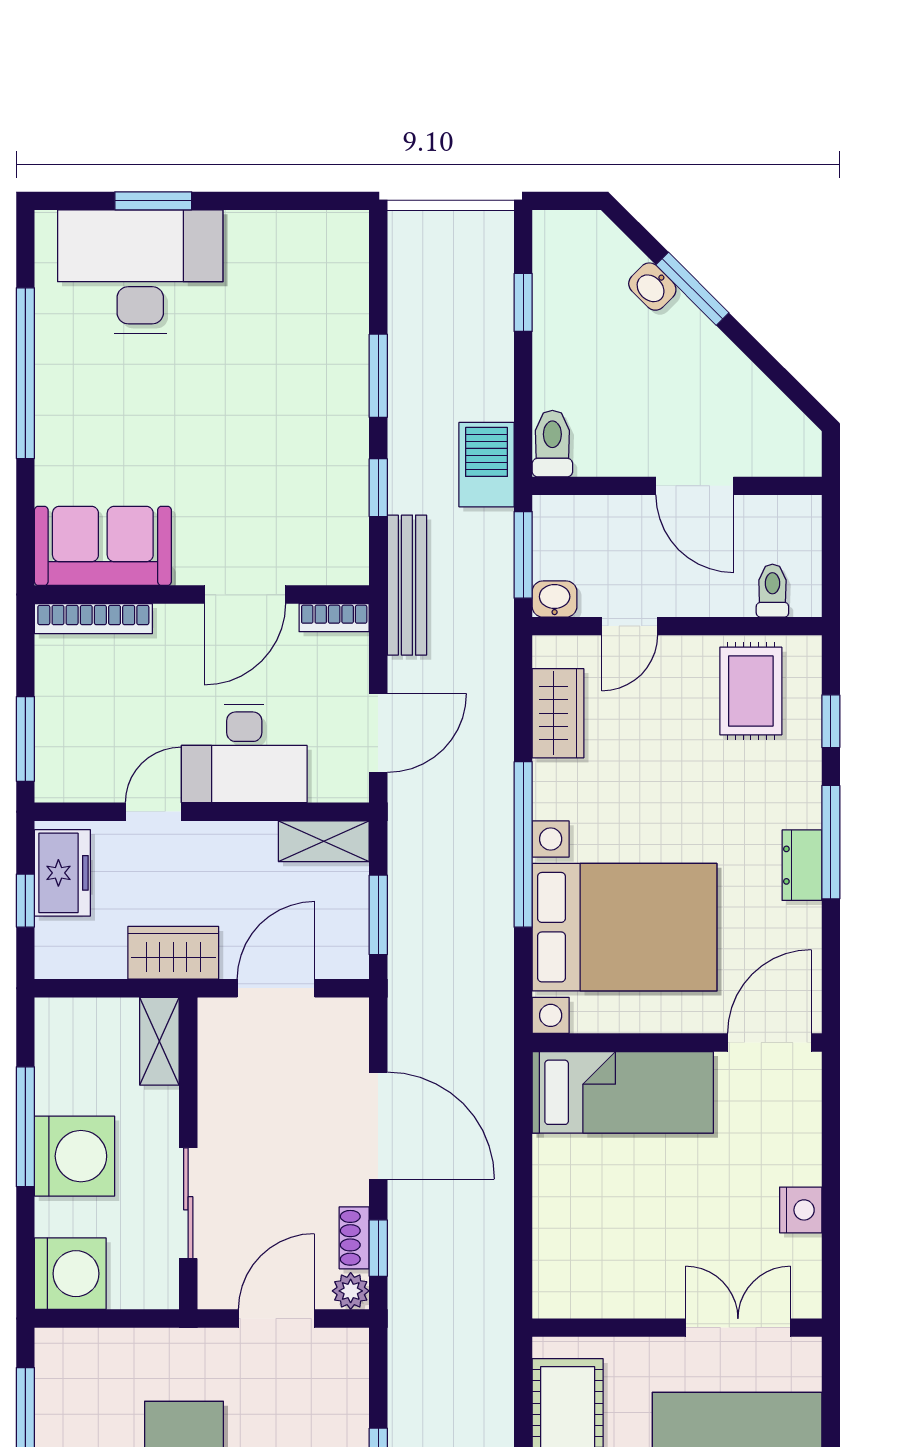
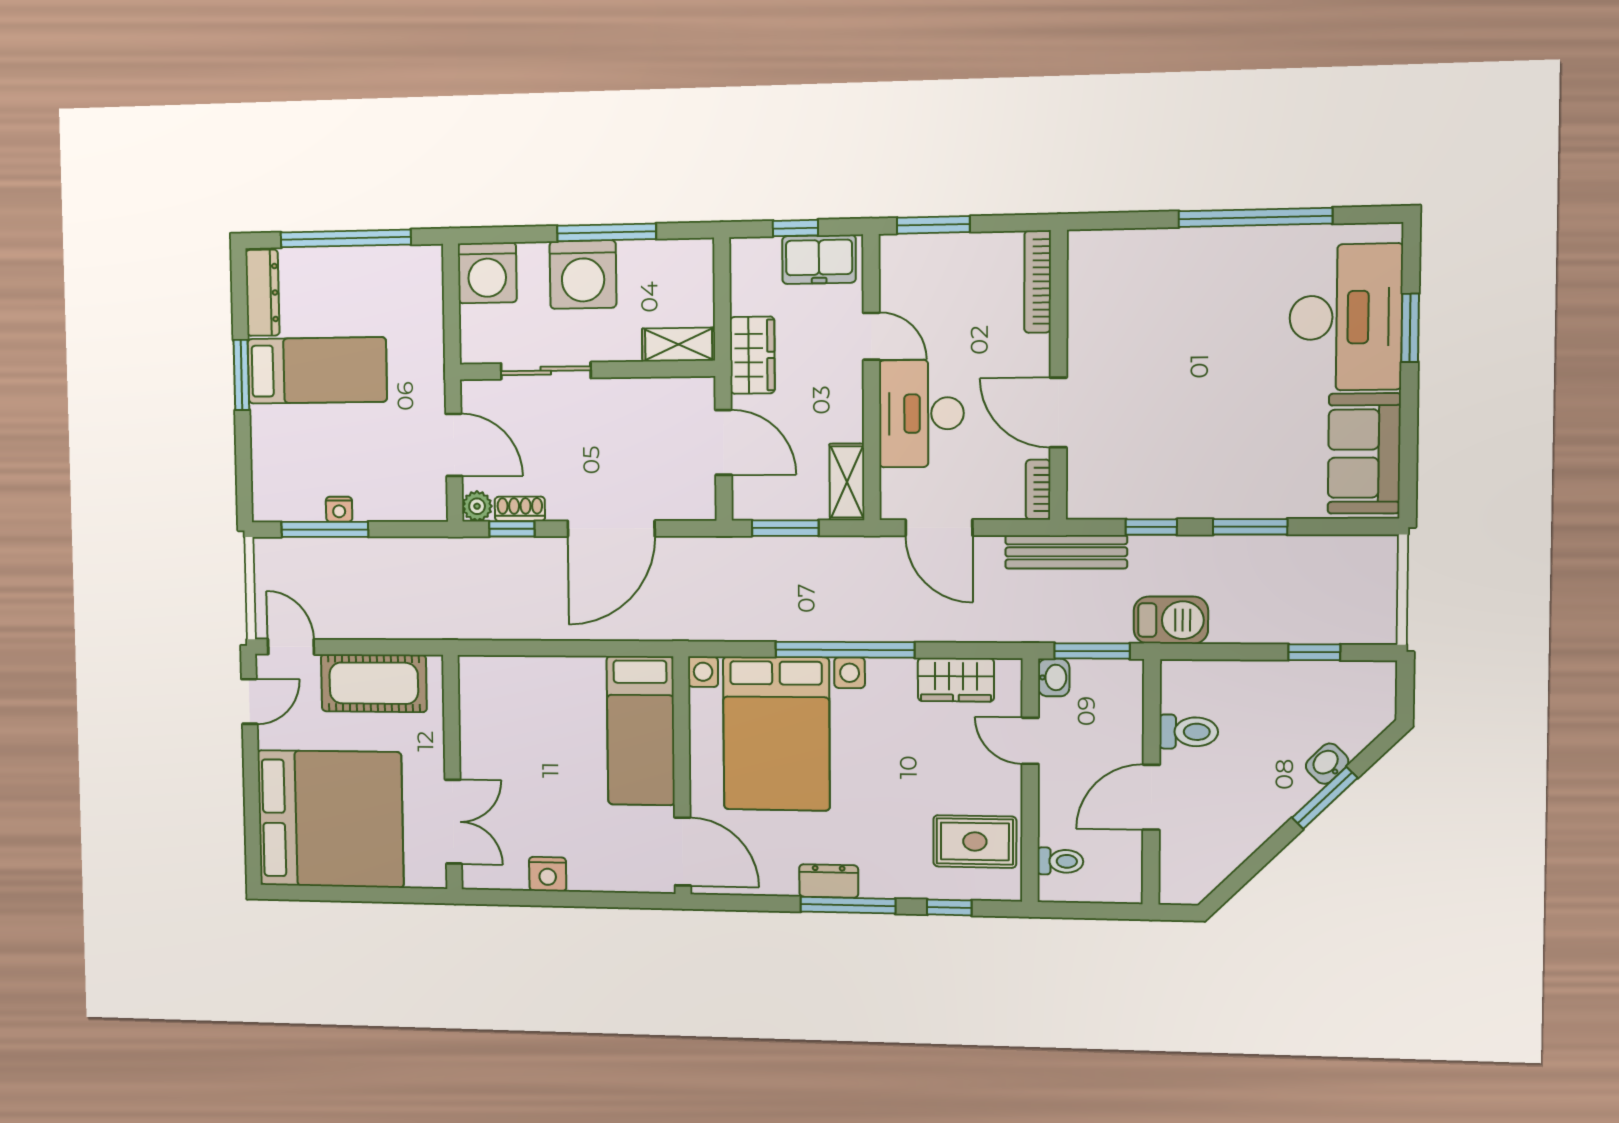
toilet: (552, 444) -> (1189, 732), moved
sofa: (103, 546) -> (1364, 454), moved, turned 180

